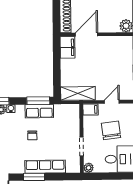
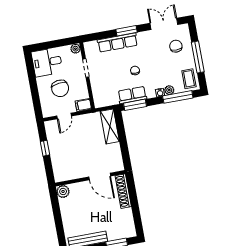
door: (86, 35) -> (100, 177), hinge flipped
filing cabinet: (67, 47) -> (116, 161), removed
shelving: (78, 93) -> (110, 126), moved, turned 90

